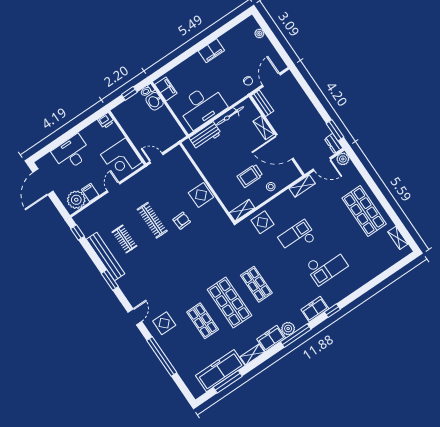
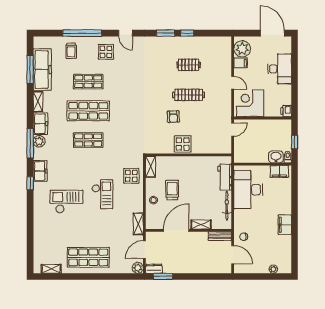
window: (77, 232) -> (187, 33), moved
bench: (106, 256) -> (185, 42), removed
checkout: (326, 266) -> (66, 202), turned 90
trolley: (185, 356) -> (71, 51), added

